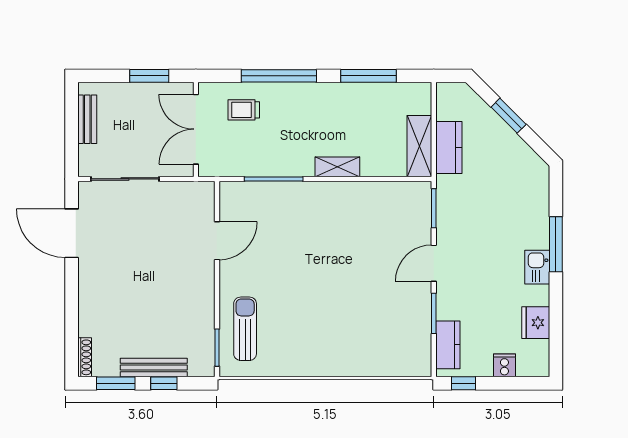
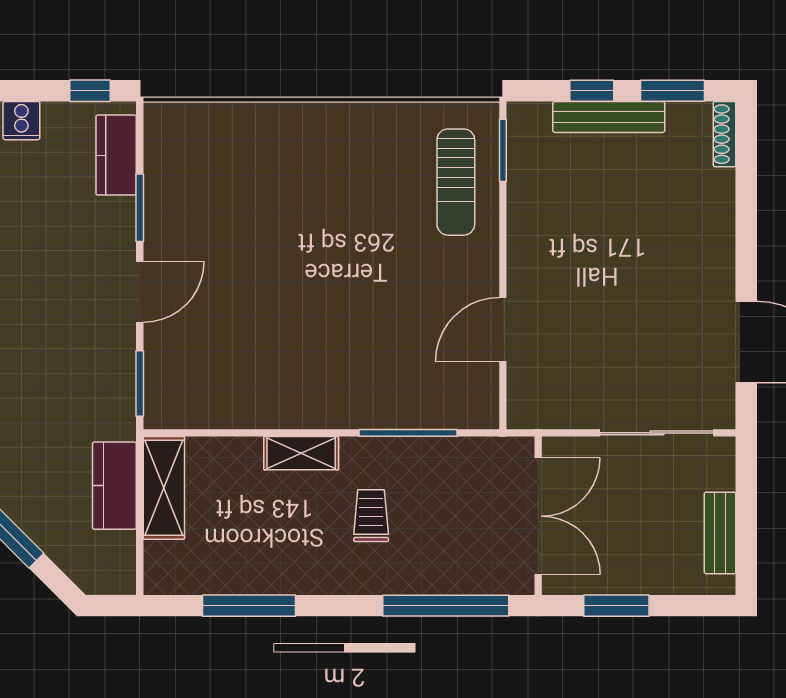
window: (279, 76) -> (446, 606), moved
trolley: (244, 110) -> (371, 516), moved, turned -90

